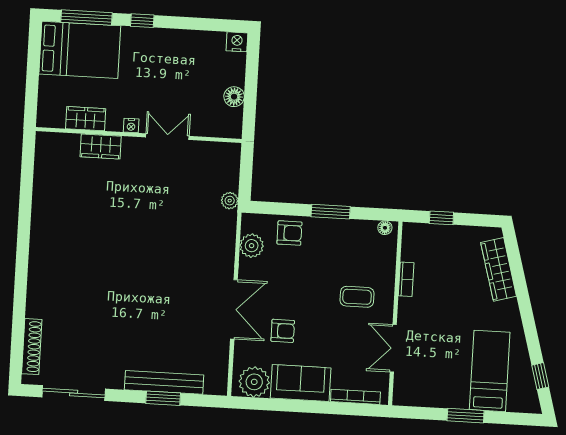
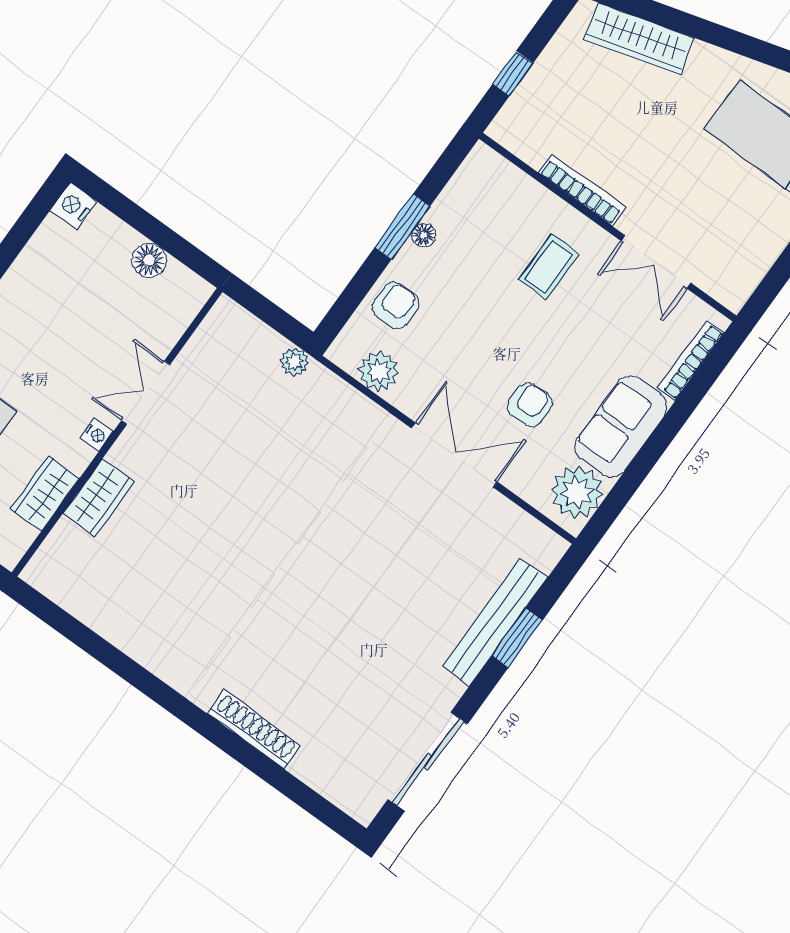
floor lamp: (385, 228) -> (424, 235), moved
bookcase: (406, 279) -> (582, 190), width x1.56
shoe rack: (32, 347) -> (254, 729), moved

